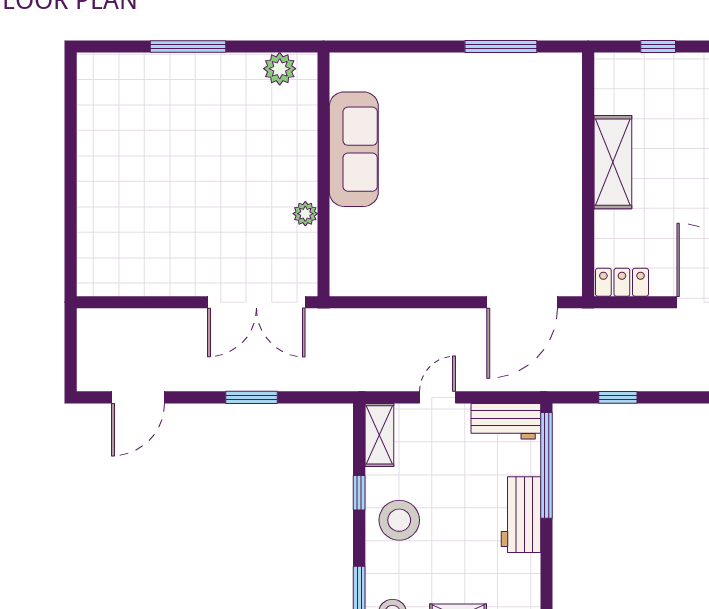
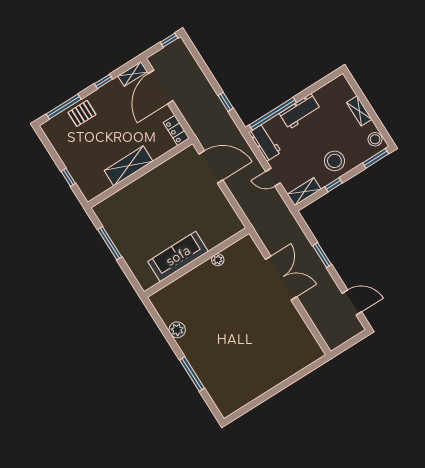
sofa: (354, 149) -> (178, 256), moved
wall: (323, 174) -> (196, 263), moved
plant: (305, 214) -> (218, 260), moved

